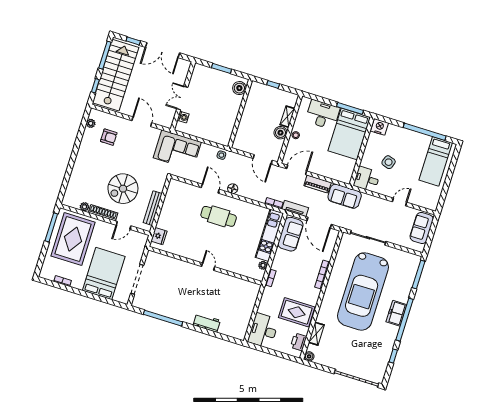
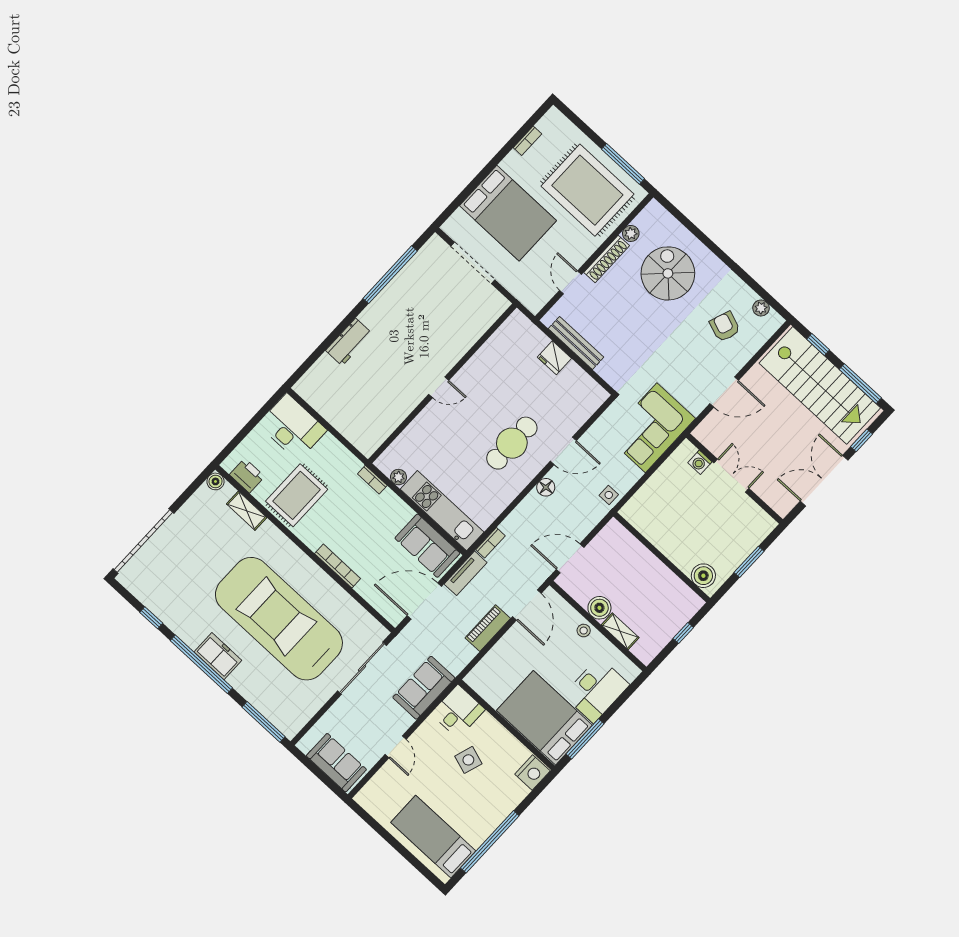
armchair: (109, 137) -> (725, 327), turned 110
spiral stairs: (123, 189) -> (668, 273), moved
sofa: (345, 196) -> (424, 688), moved
fridge: (159, 236) -> (554, 358), moved

